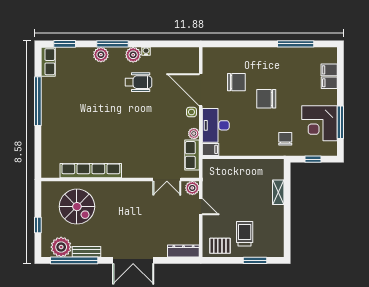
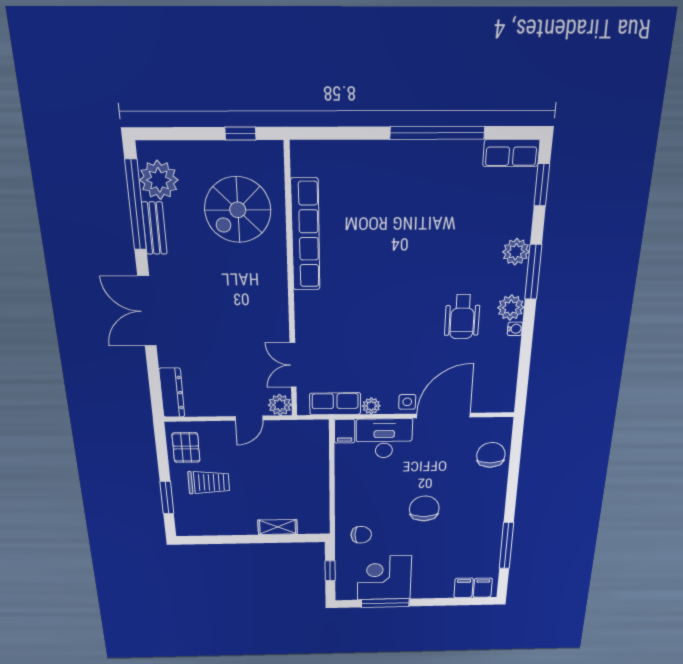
chair: (236, 82) -> (491, 455), moved, turned 180
filing cabinet: (329, 83) -> (483, 588), moved
window: (38, 225) -> (240, 134), moved

